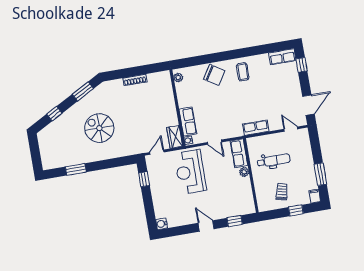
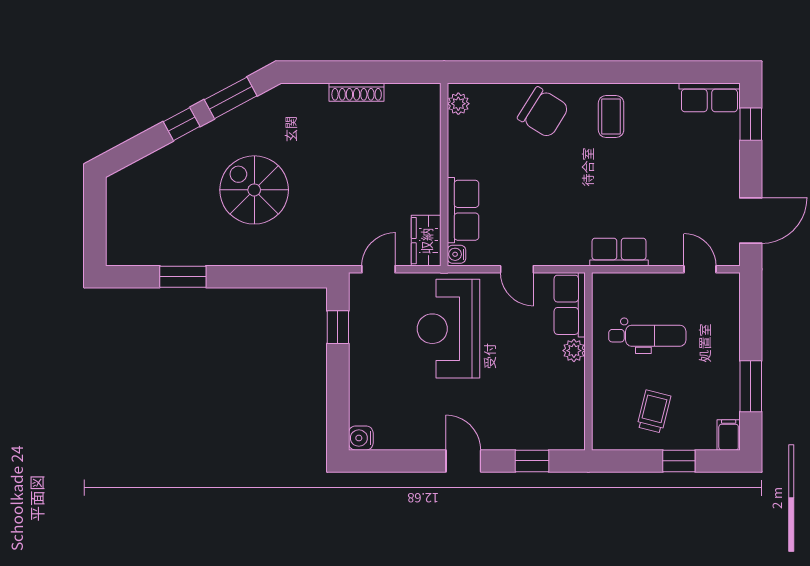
window: (54, 114) -> (182, 124), moved

